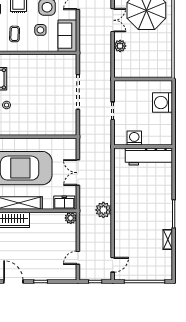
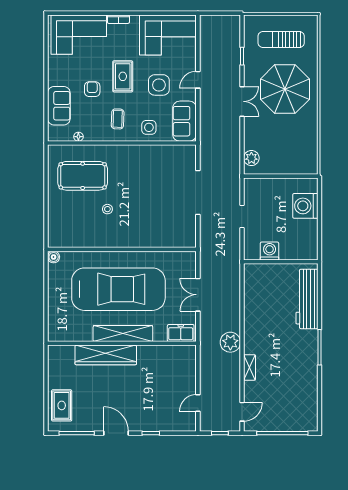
side table: (40, 30) -> (149, 127), moved
plant: (120, 46) -> (251, 158), moved
workbench: (149, 156) -> (307, 299), moved, turned 90
plant: (71, 218) -> (189, 352), removed
shelving: (168, 239) -> (250, 367), moved

